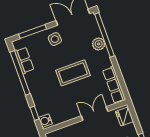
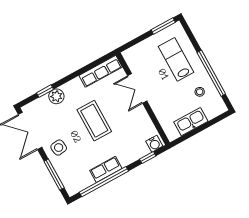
window: (105, 35) -> (45, 91), width x0.32
row of seats: (24, 60) -> (106, 169), moved
fridge: (125, 116) -> (135, 53), removed

